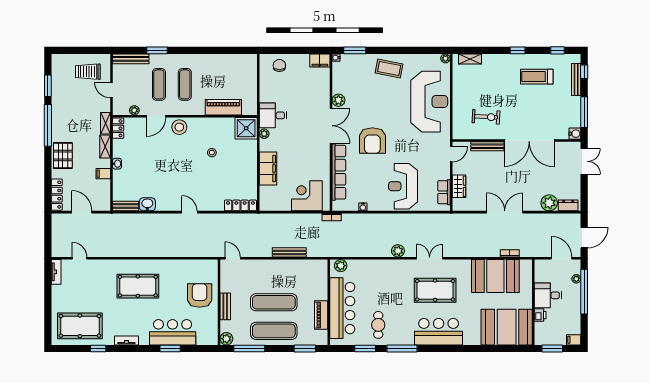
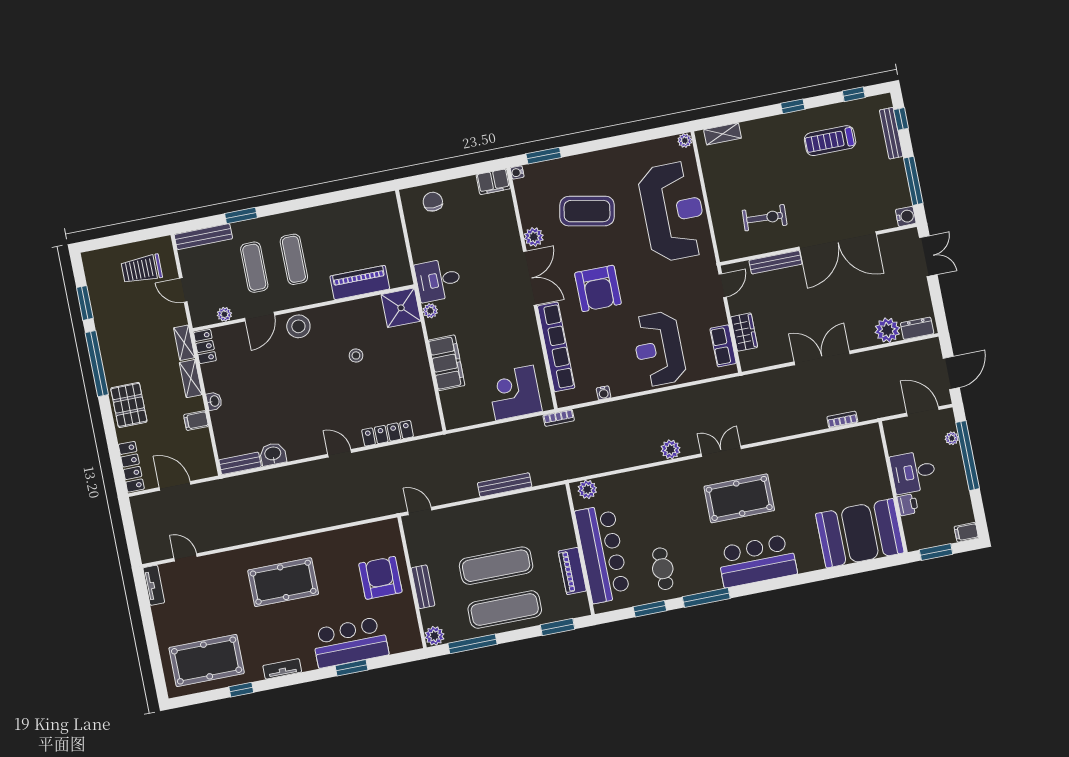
coffee table: (389, 69) -> (587, 211), moved, width x1.36, depth x1.32
locker: (240, 205) -> (388, 433), moved
booth: (495, 276) -> (827, 458), removed

